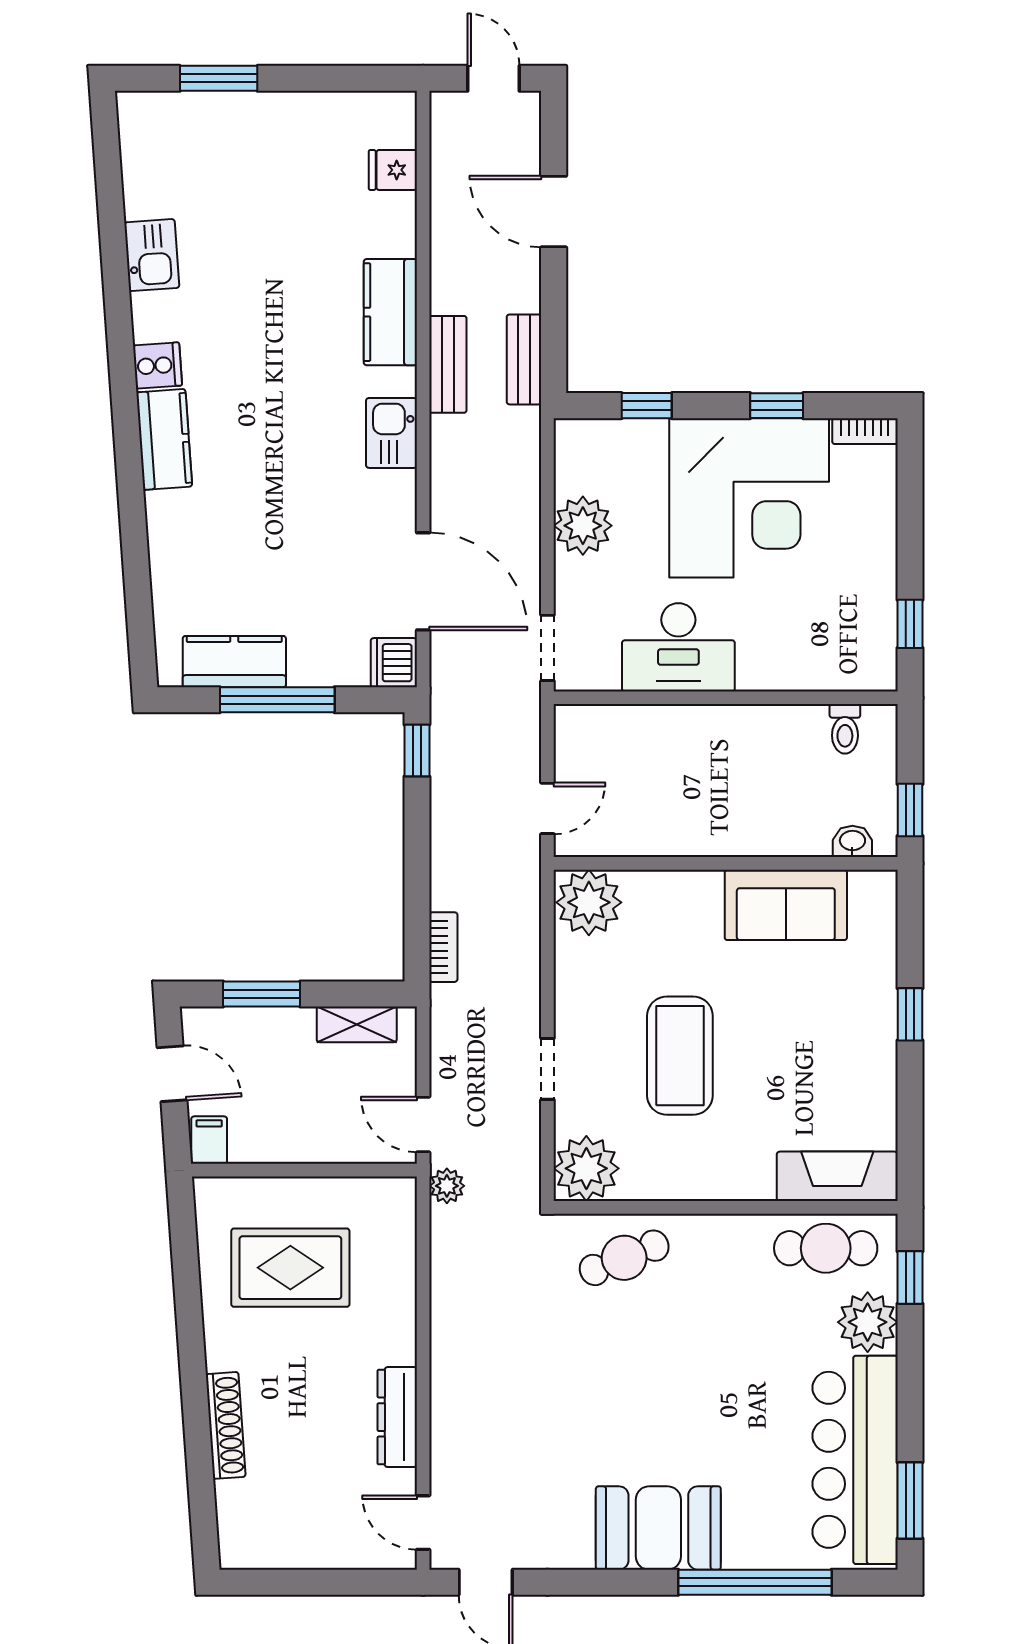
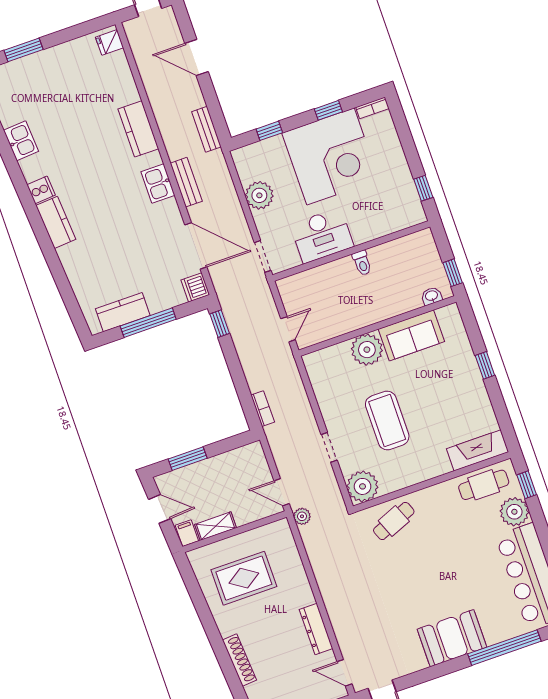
fridge: (393, 170) -> (109, 42), moved
bench: (448, 364) -> (186, 182), moved
toilet: (845, 729) -> (362, 263), moved
plant: (589, 902) -> (367, 350), moved
shelving: (357, 1024) -> (216, 526), moved

